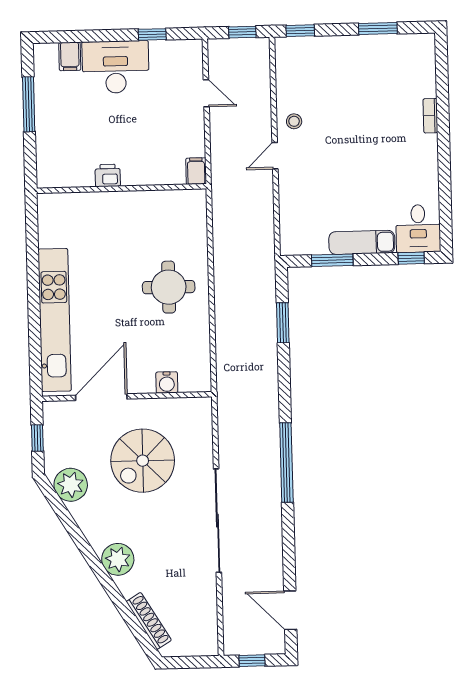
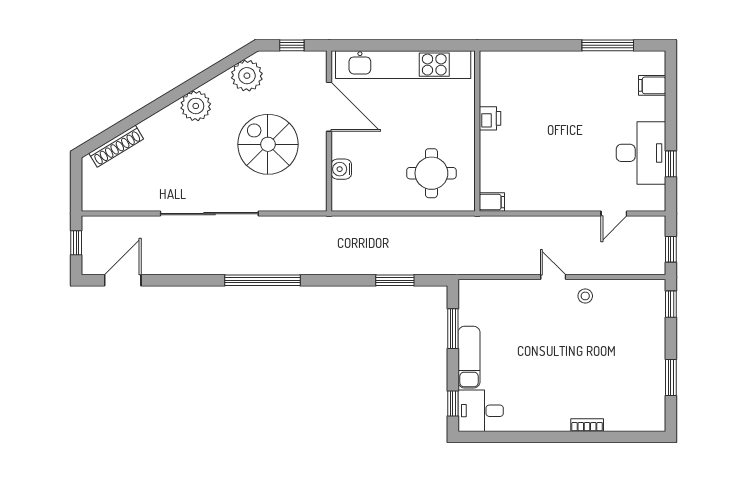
desk: (116, 67) -> (641, 153), moved
filing cabinet: (196, 171) -> (492, 202), moved
printer: (108, 175) -> (490, 118), moved
wall: (121, 189) -> (477, 131), moved
plant: (118, 559) -> (196, 106), moved

